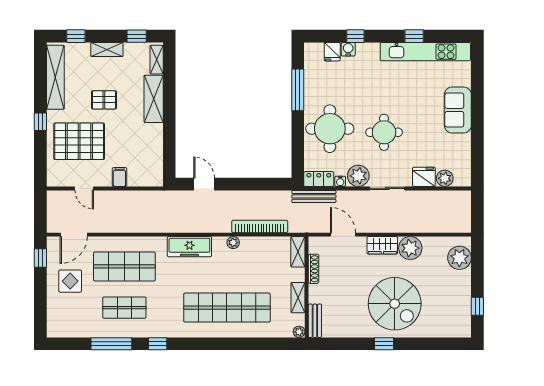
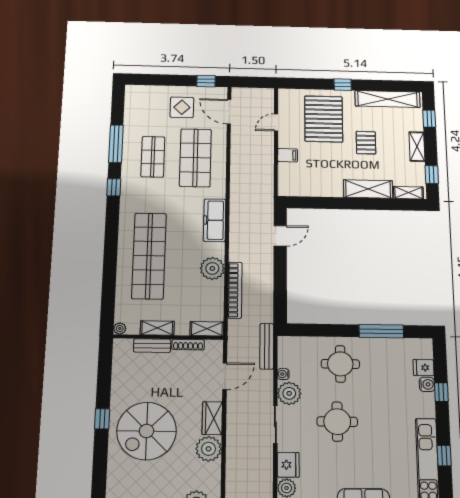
round table: (330, 129) -> (340, 364), width x0.73, depth x0.73
locker: (319, 179) -> (286, 352), removed
plant: (233, 243) -> (212, 268), width x1.87, depth x1.87
bench: (315, 321) -> (152, 346), moved

